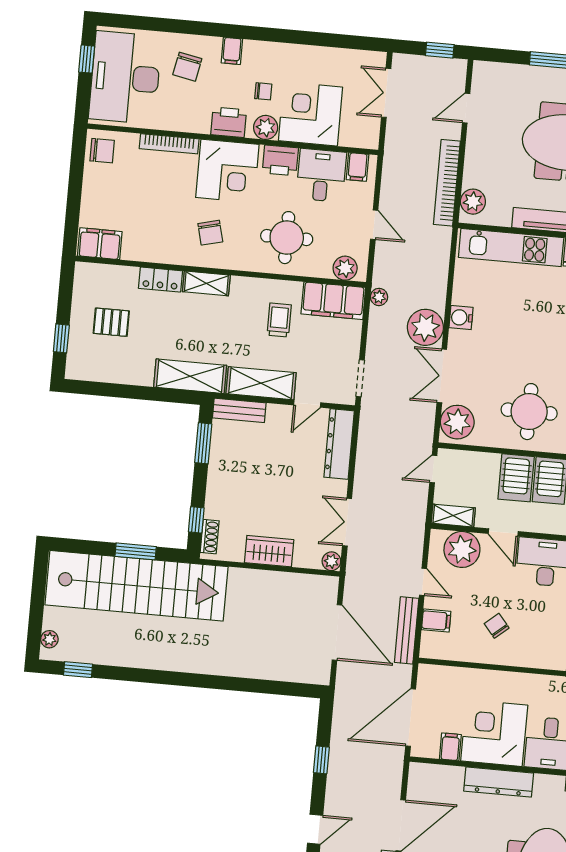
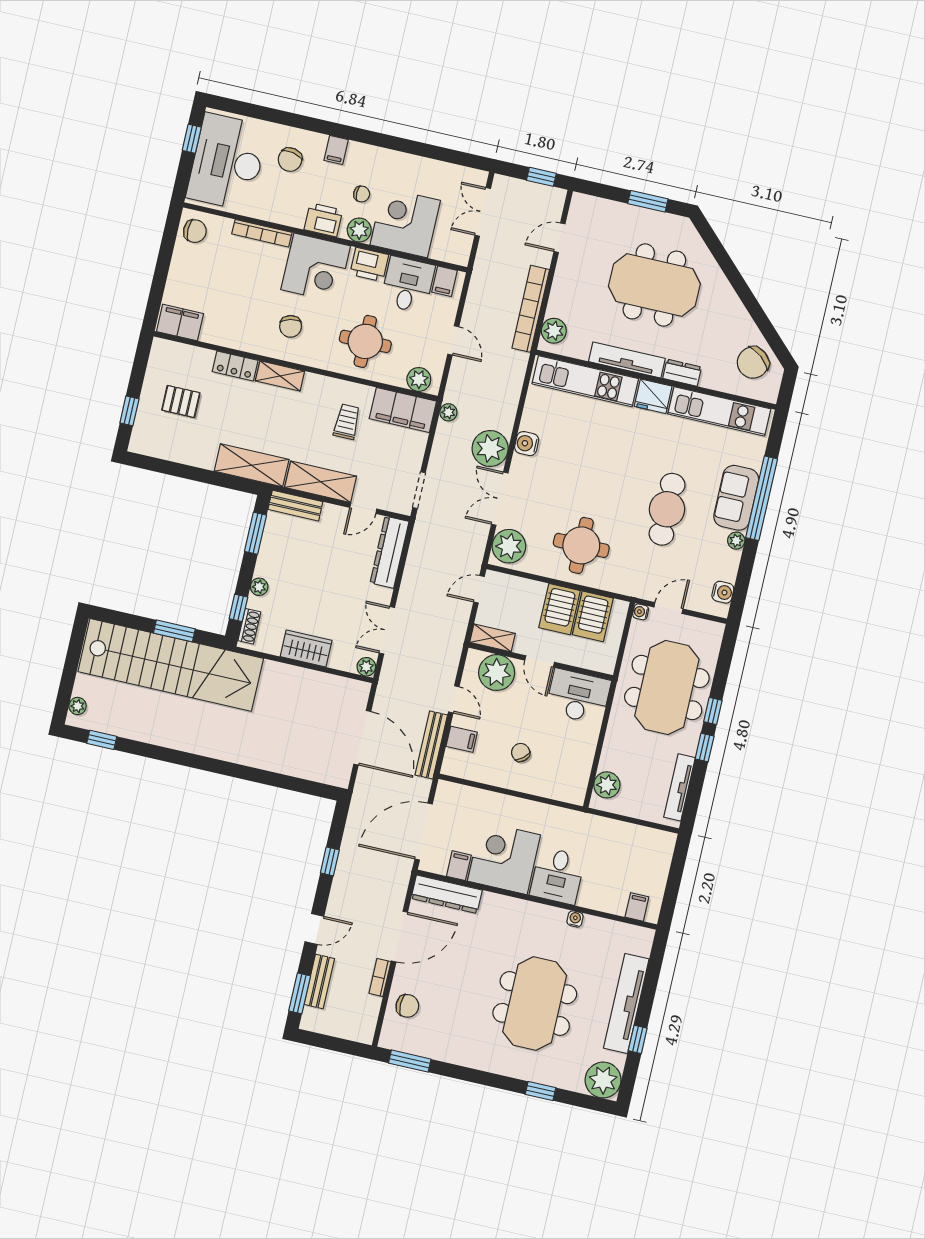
plant: (214, 496) -> (259, 587), added
dresser: (499, 782) -> (447, 894), moved

